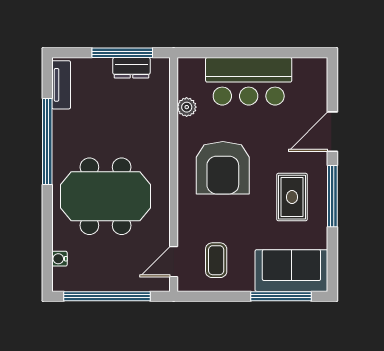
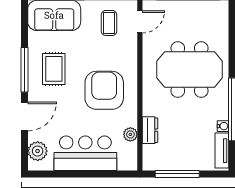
dresser: (131, 68) -> (150, 130), moved, turned 90
plant: (314, 84) -> (38, 151), added
water cooler: (59, 259) -> (223, 126), moved

